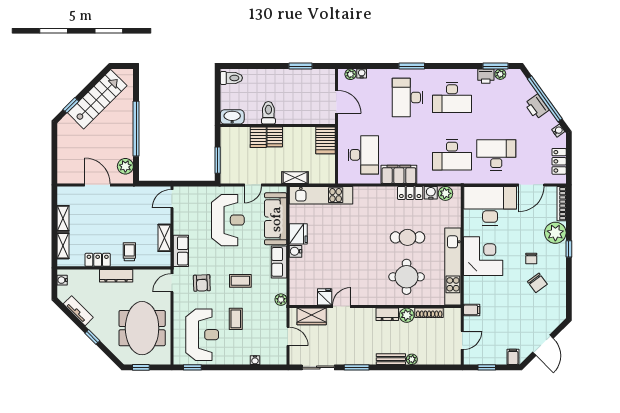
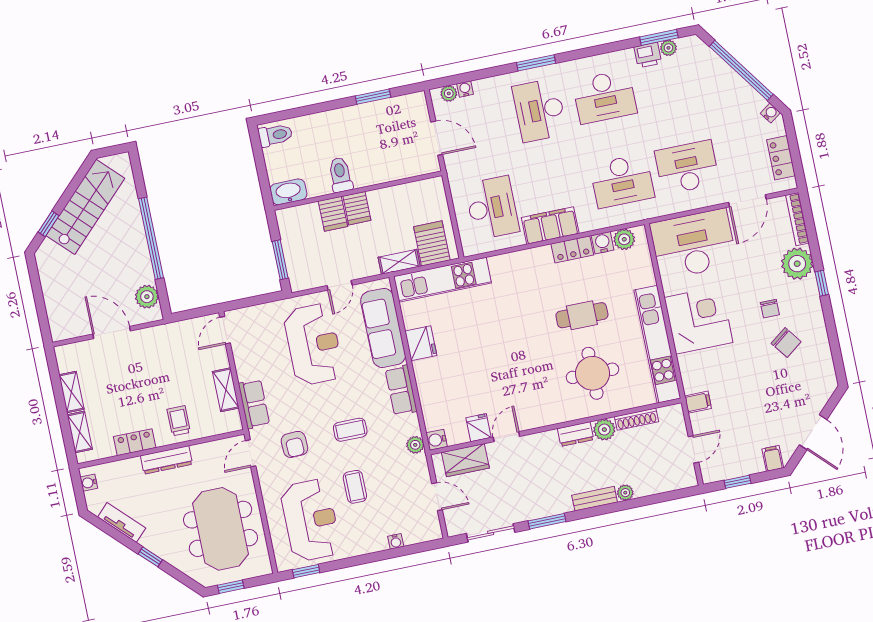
printer: (537, 107) -> (732, 84), removed
server rack: (325, 140) -> (432, 243), moved, turned 180
water cooler: (296, 251) -> (437, 440), moved

